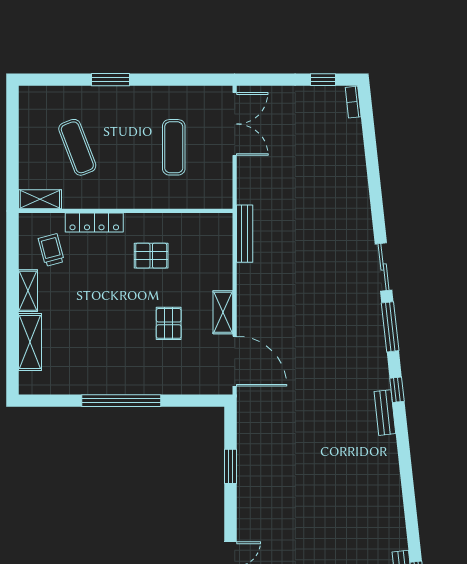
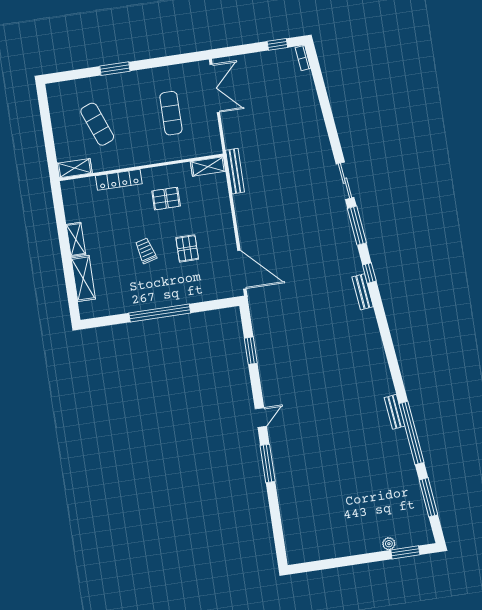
trolley: (51, 250) -> (146, 251), moved
shelving: (223, 312) -> (208, 166), moved, turned 90

